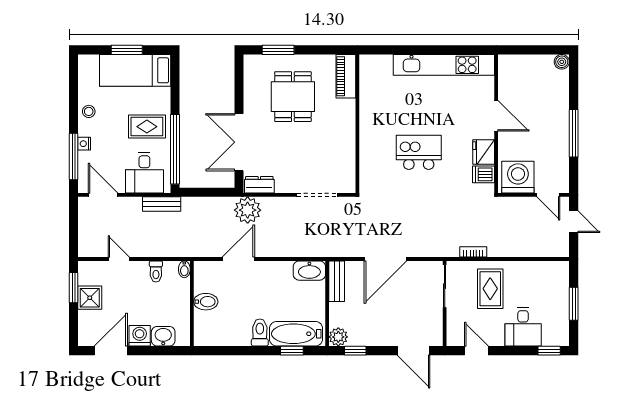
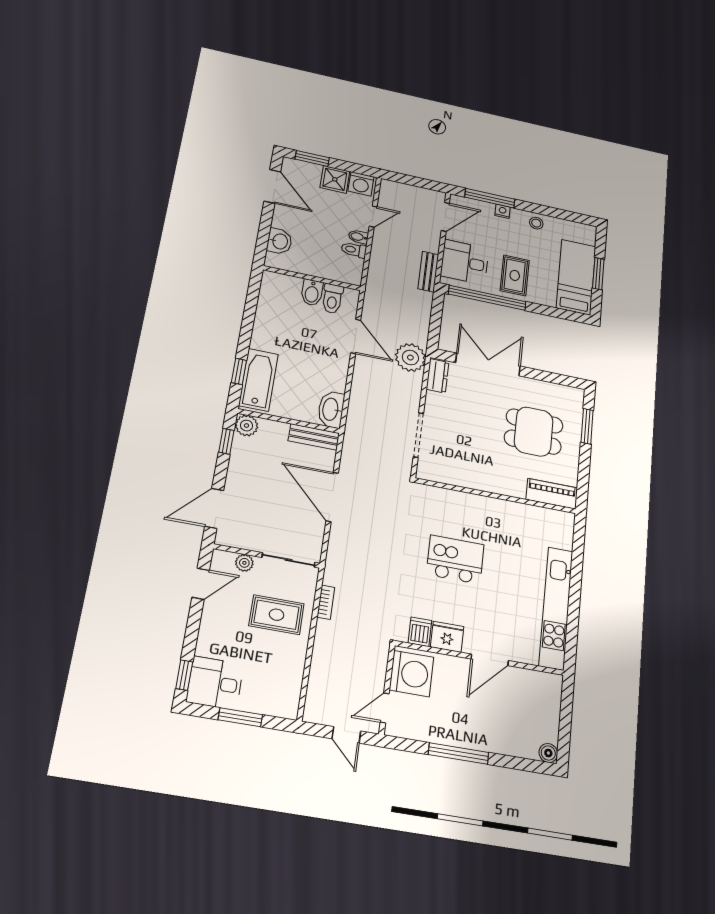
kitchen island: (419, 152) -> (455, 559), turned -90
door: (574, 222) -> (346, 735), hinge flipped
bidet: (184, 269) -> (358, 237), moved
window: (74, 288) -> (312, 158), moved
plant: (453, 320) -> (244, 563), added
desk: (523, 327) -> (215, 683), moved
toilet: (260, 332) -> (332, 299), moved, turned 90
washing machine: (140, 336) -> (361, 184), moved, turned 90

